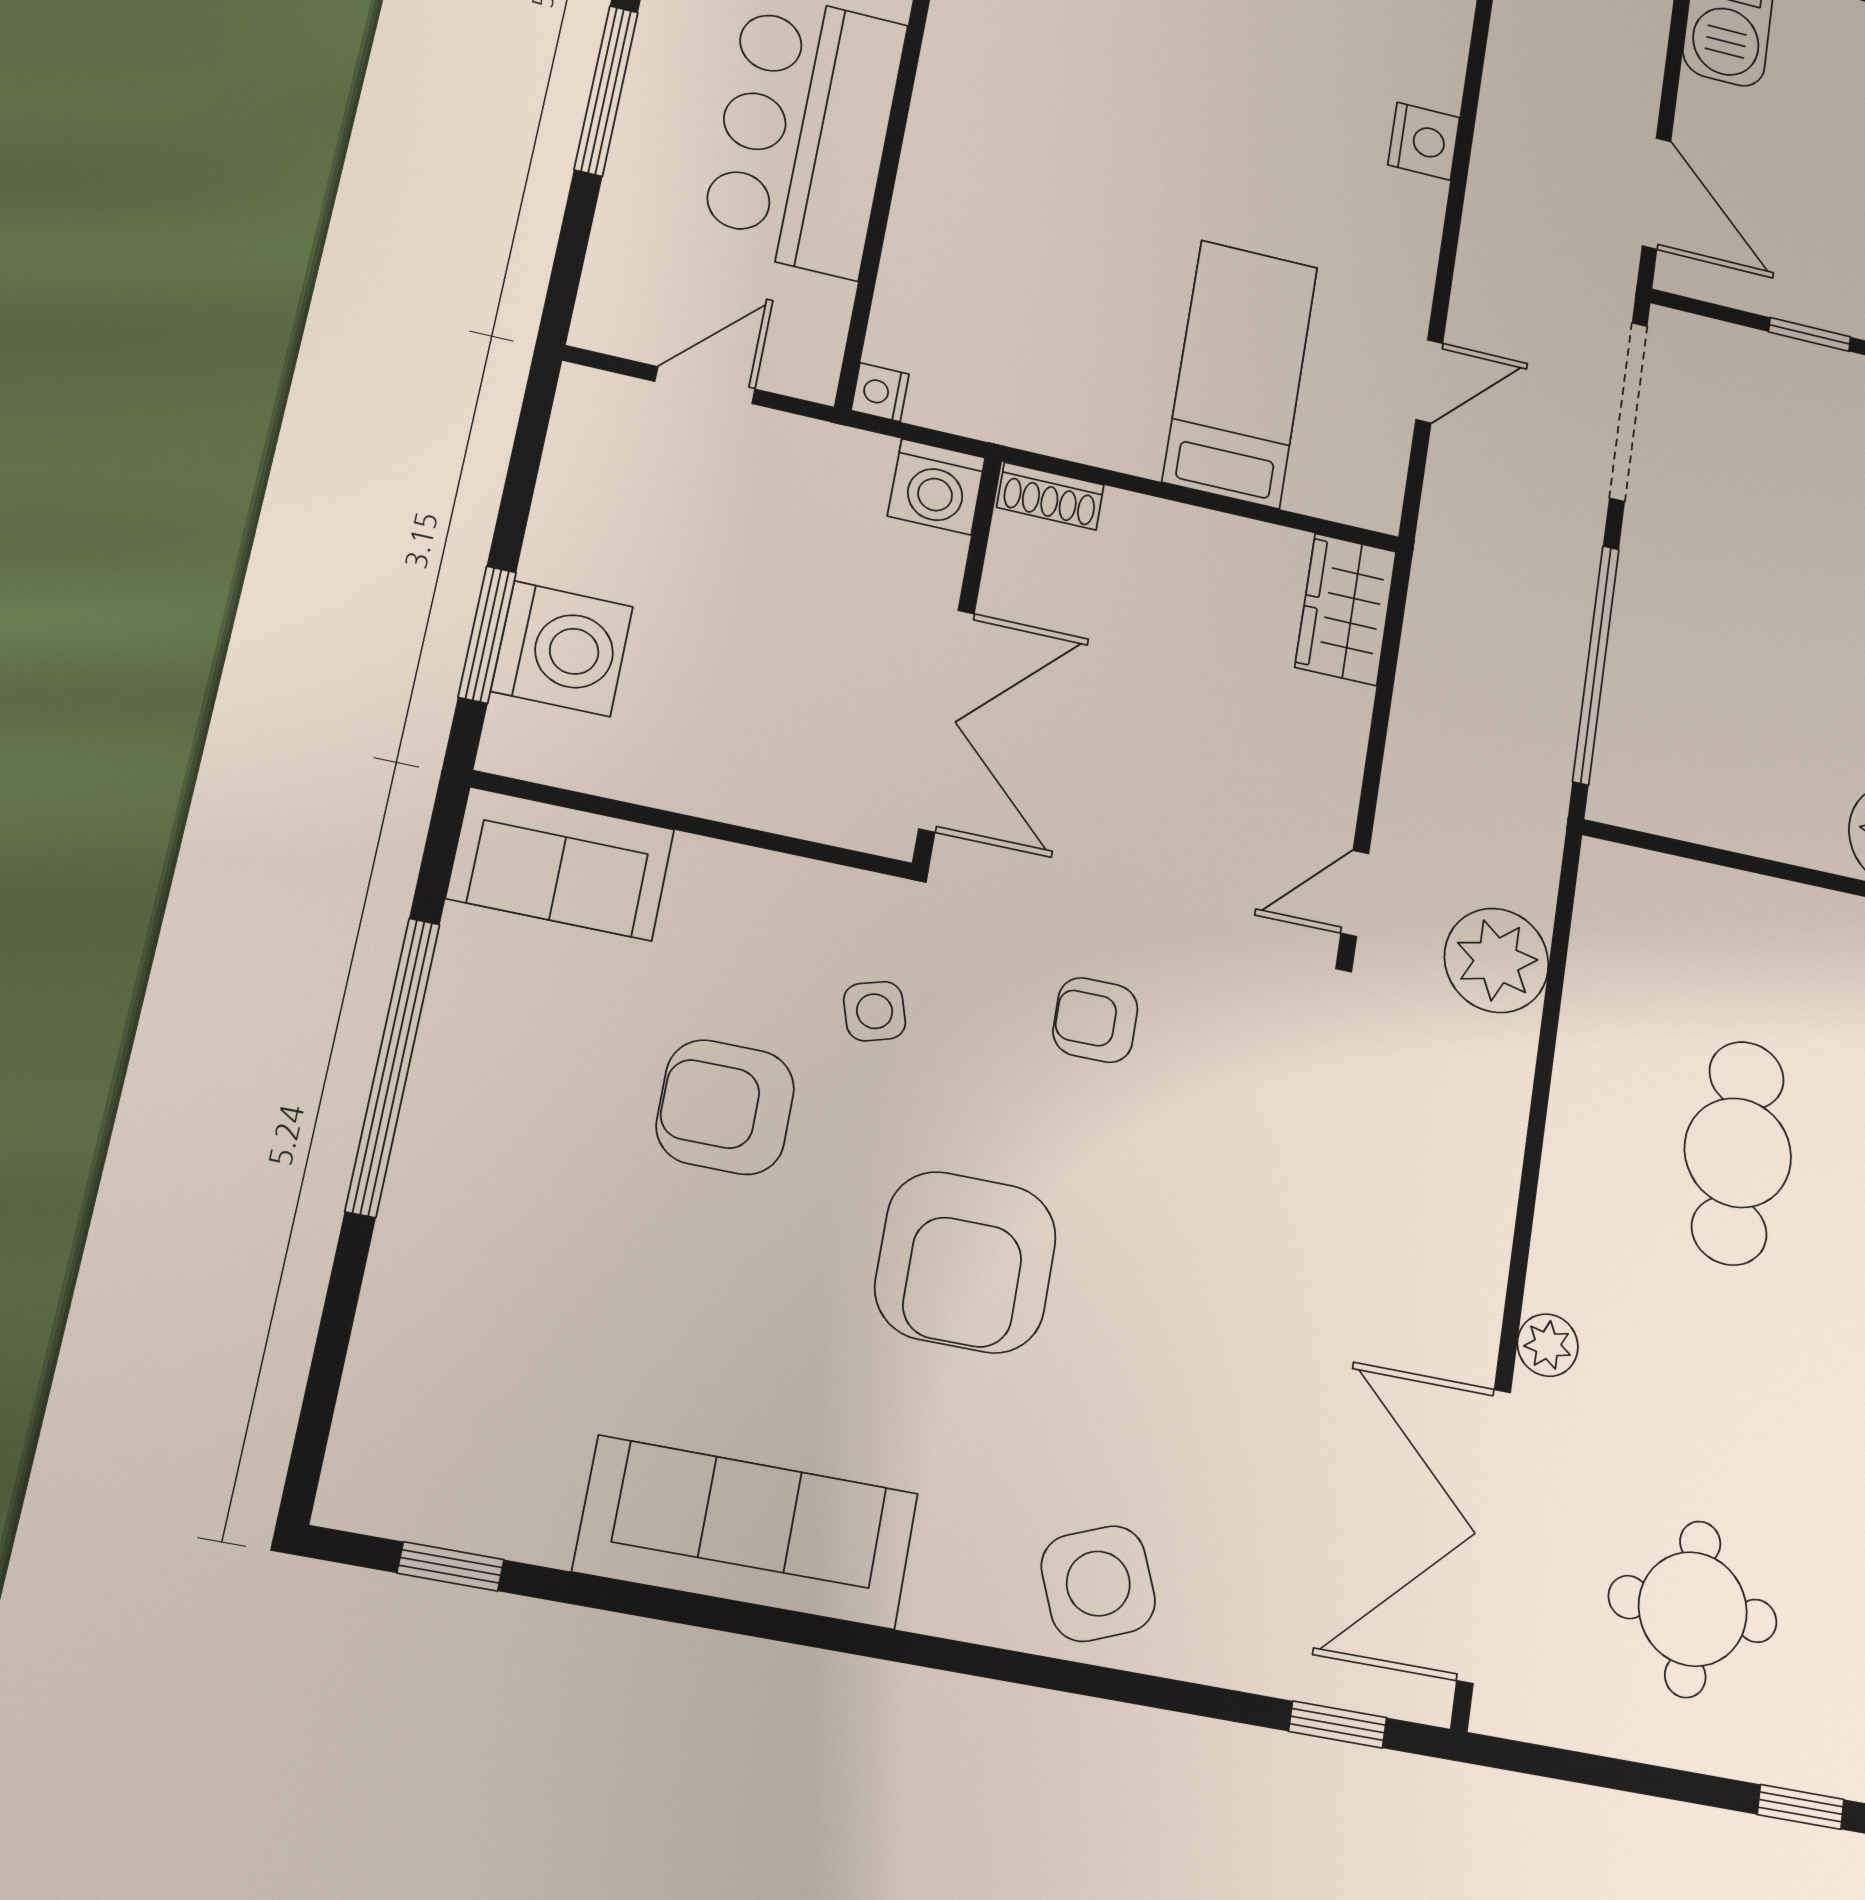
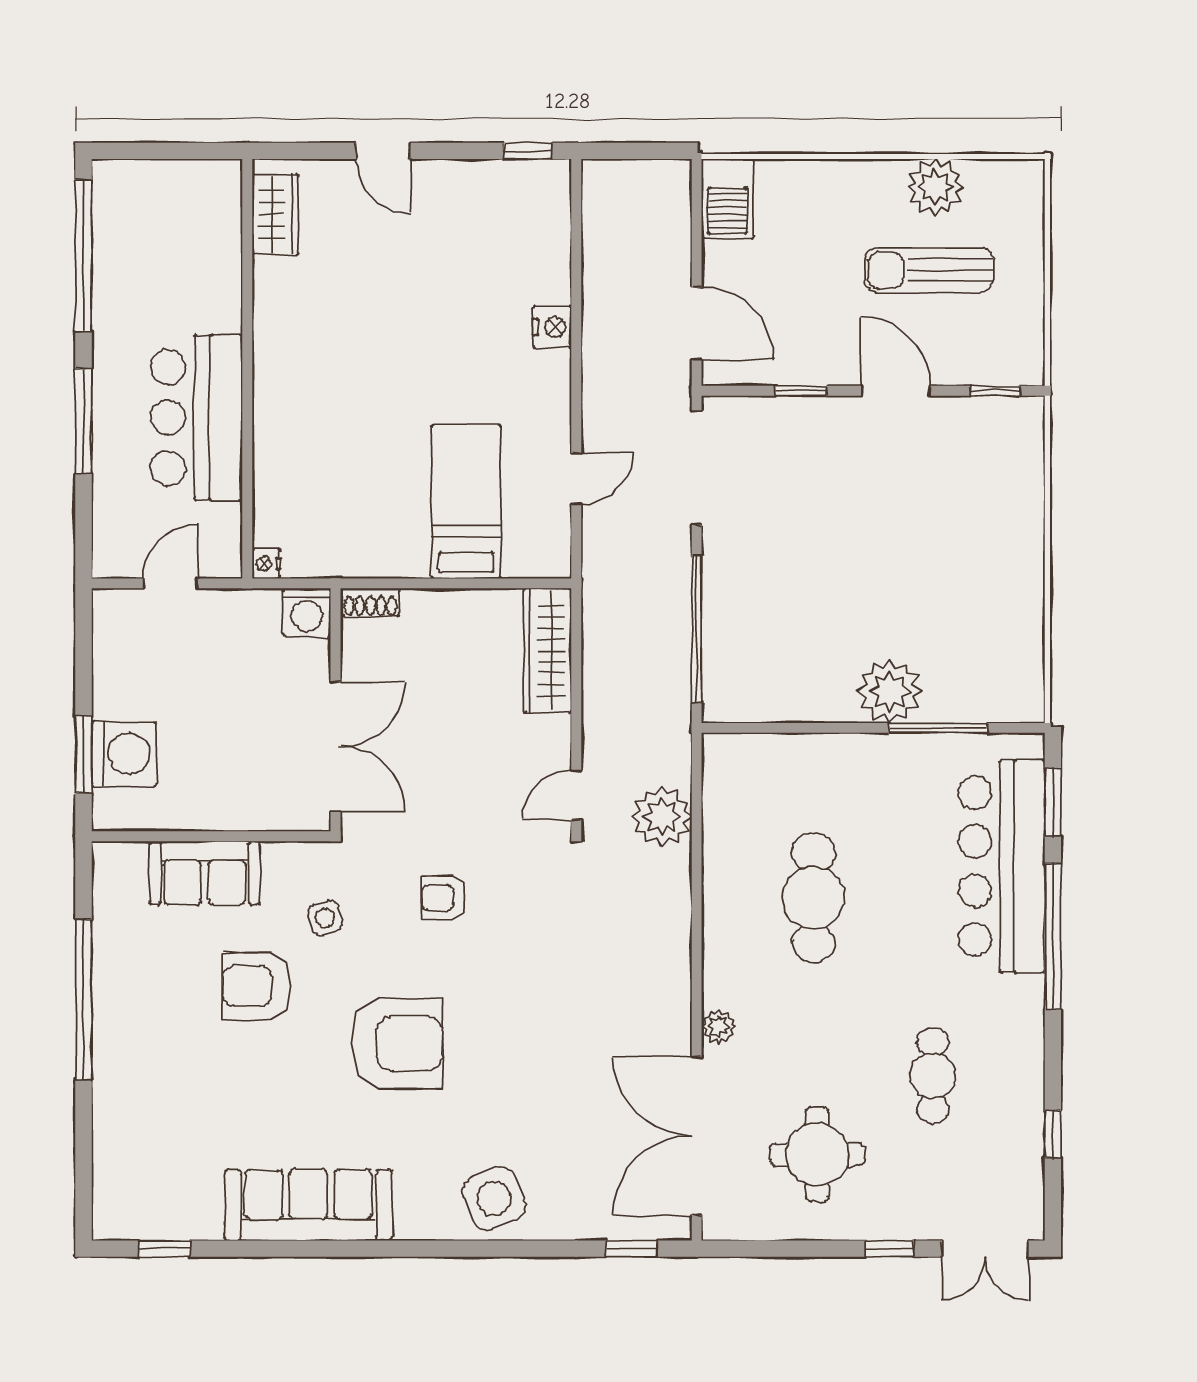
wardrobe: (1346, 609) -> (547, 650), width x1.50
sofa: (561, 864) -> (205, 873), moved
armchair: (966, 1262) -> (396, 1043), turned -90

